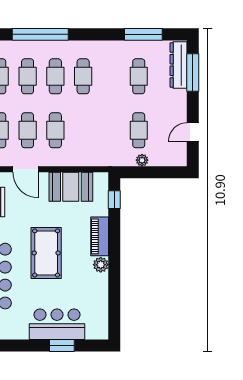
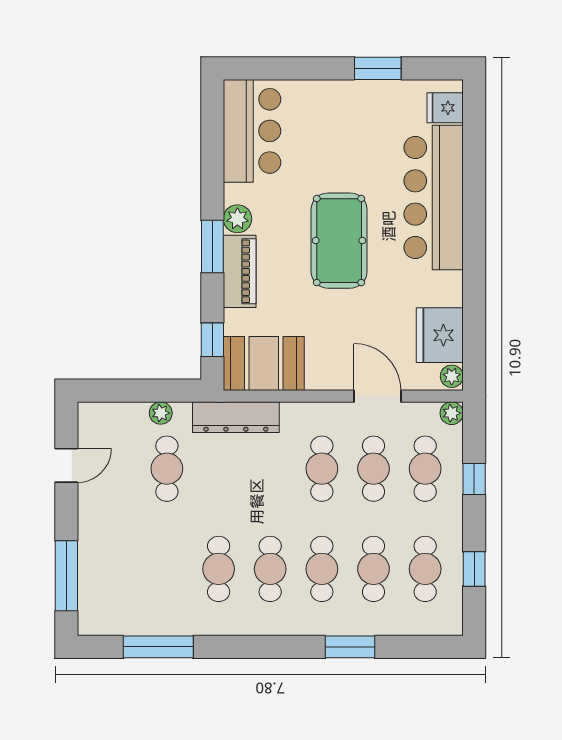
window: (40, 34) -> (350, 647), width x0.47
dresser: (179, 65) -> (236, 417), moved, turned 90
cafe table: (139, 76) -> (219, 569), moved
booth: (71, 187) -> (264, 364), moved
window: (114, 250) -> (212, 247), added
bar counter: (57, 324) -> (252, 131), moved, turned -90
window: (62, 346) -> (378, 68), moved

